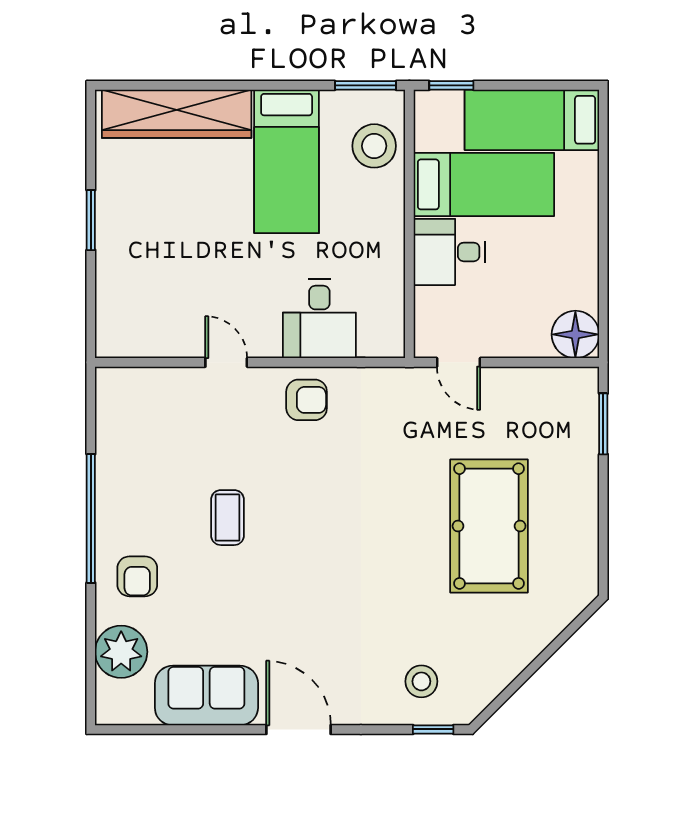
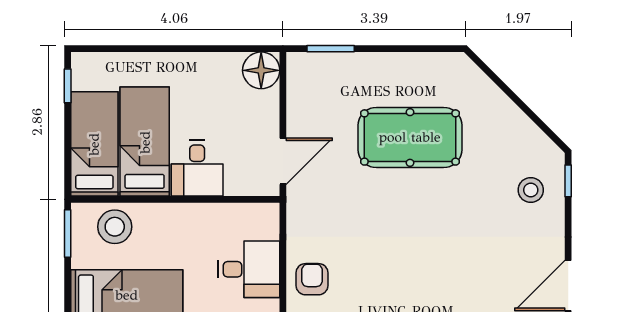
window: (451, 85) -> (68, 86), moved
bed: (532, 120) -> (94, 144), moved, turned 180
door: (458, 362) -> (283, 161), width x1.38

